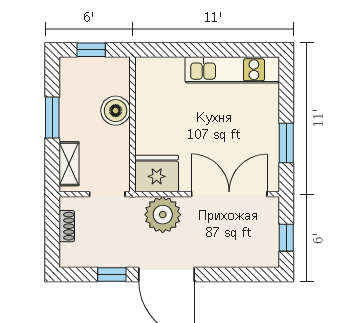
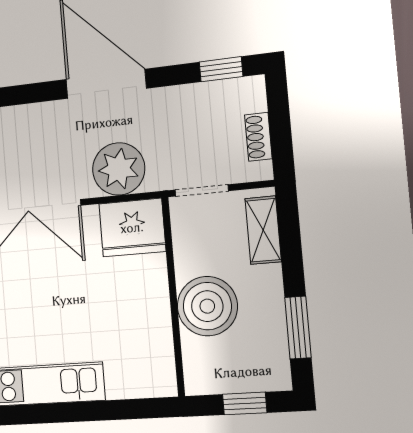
boiler: (116, 111) -> (207, 306), width x1.37, depth x1.37
window: (52, 117) -> (298, 328), moved
window: (112, 274) -> (221, 69), moved

